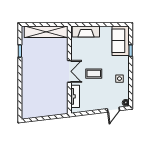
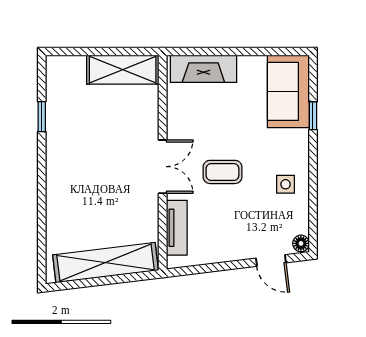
shelving: (46, 32) -> (123, 70), width x0.68
door: (113, 110) -> (271, 261), hinge flipped
shelving: (46, 111) -> (105, 263), added

